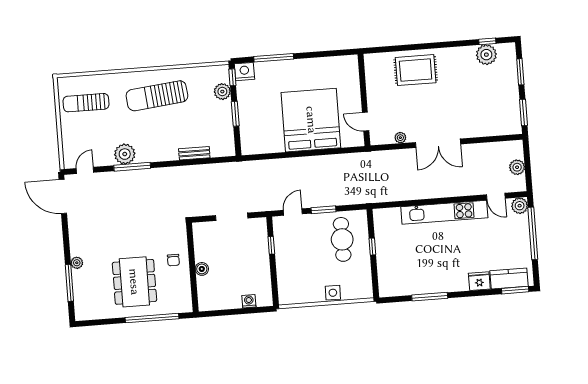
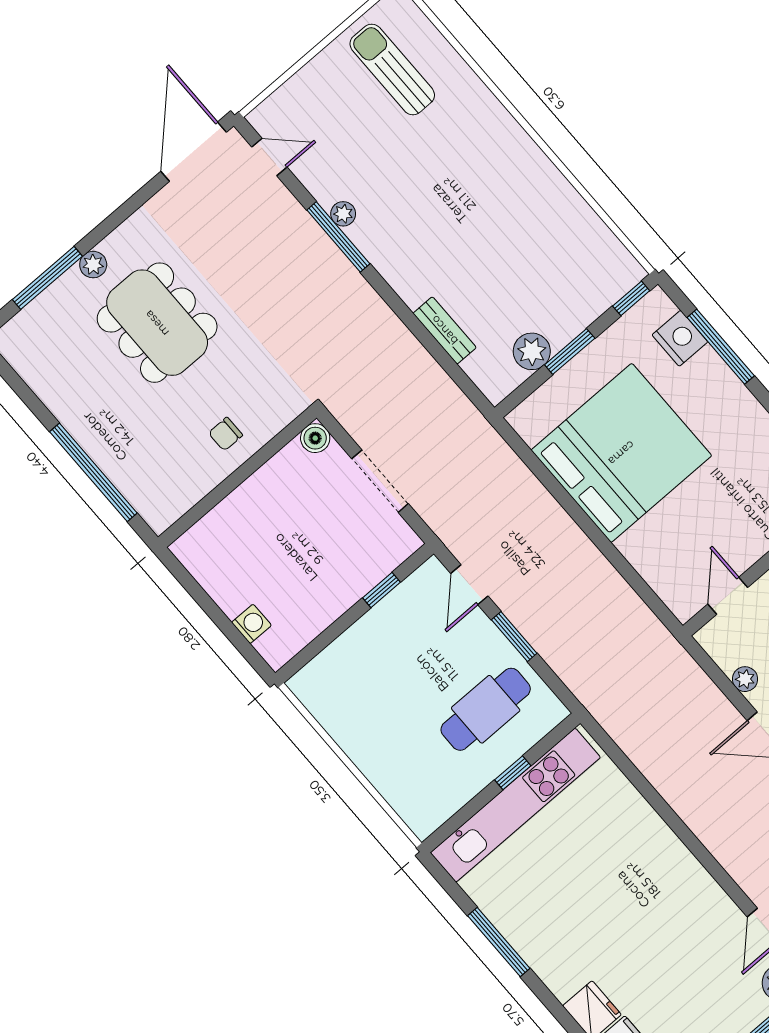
nightstand: (244, 72) -> (680, 338), moved
plant: (222, 92) -> (532, 351), moved
sun lounger: (157, 96) -> (498, 187), removed
bed: (311, 120) -> (621, 453), moved
plant: (125, 154) -> (343, 214), width x0.53, depth x0.53
door: (293, 212) -> (469, 585), swing flipped
kitchen unit: (444, 212) -> (515, 805), moved, turned -90
boiler: (202, 269) -> (315, 438), moved
dining table: (134, 282) -> (157, 323), moved, turned 90
side table: (333, 293) -> (378, 763), removed

